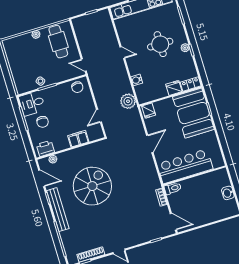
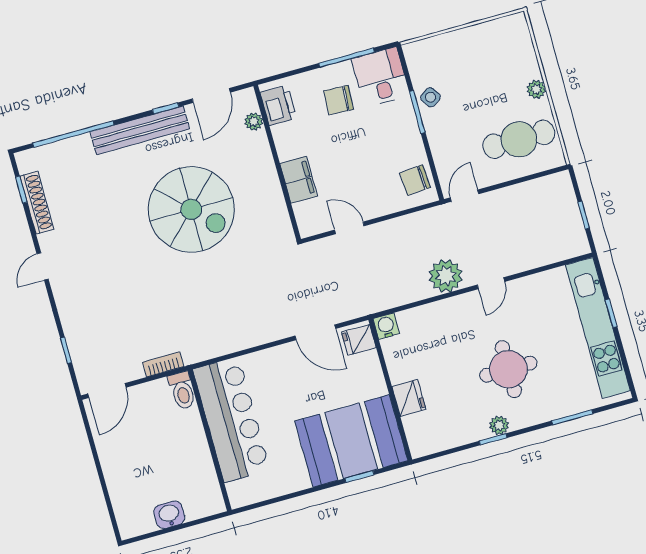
water cooler: (137, 80) -> (386, 326), moved
locker: (191, 84) -> (417, 436), removed
plant: (128, 101) -> (446, 276), moved
door: (150, 144) -> (315, 332), moved

